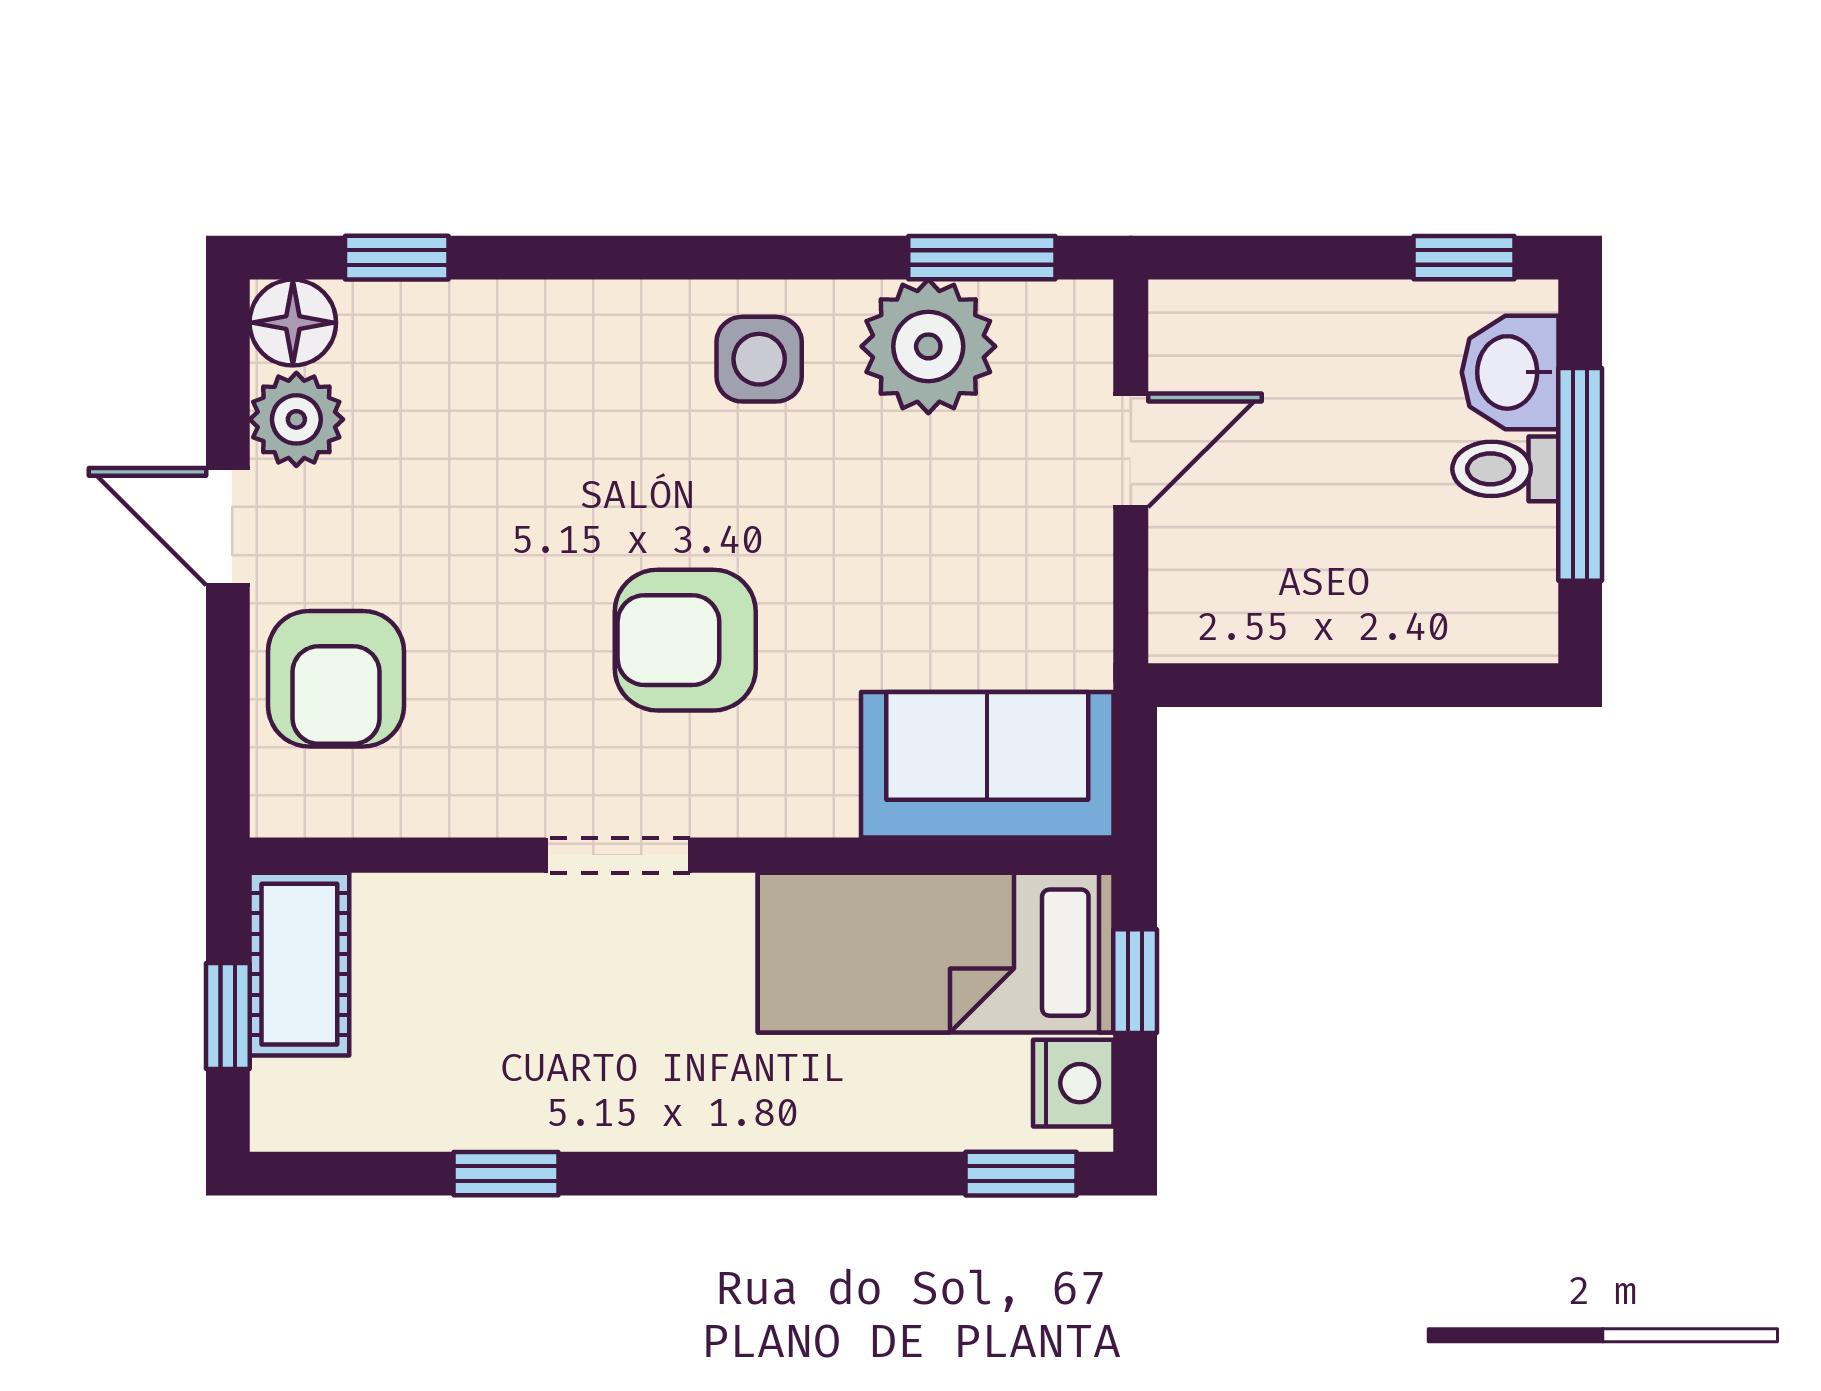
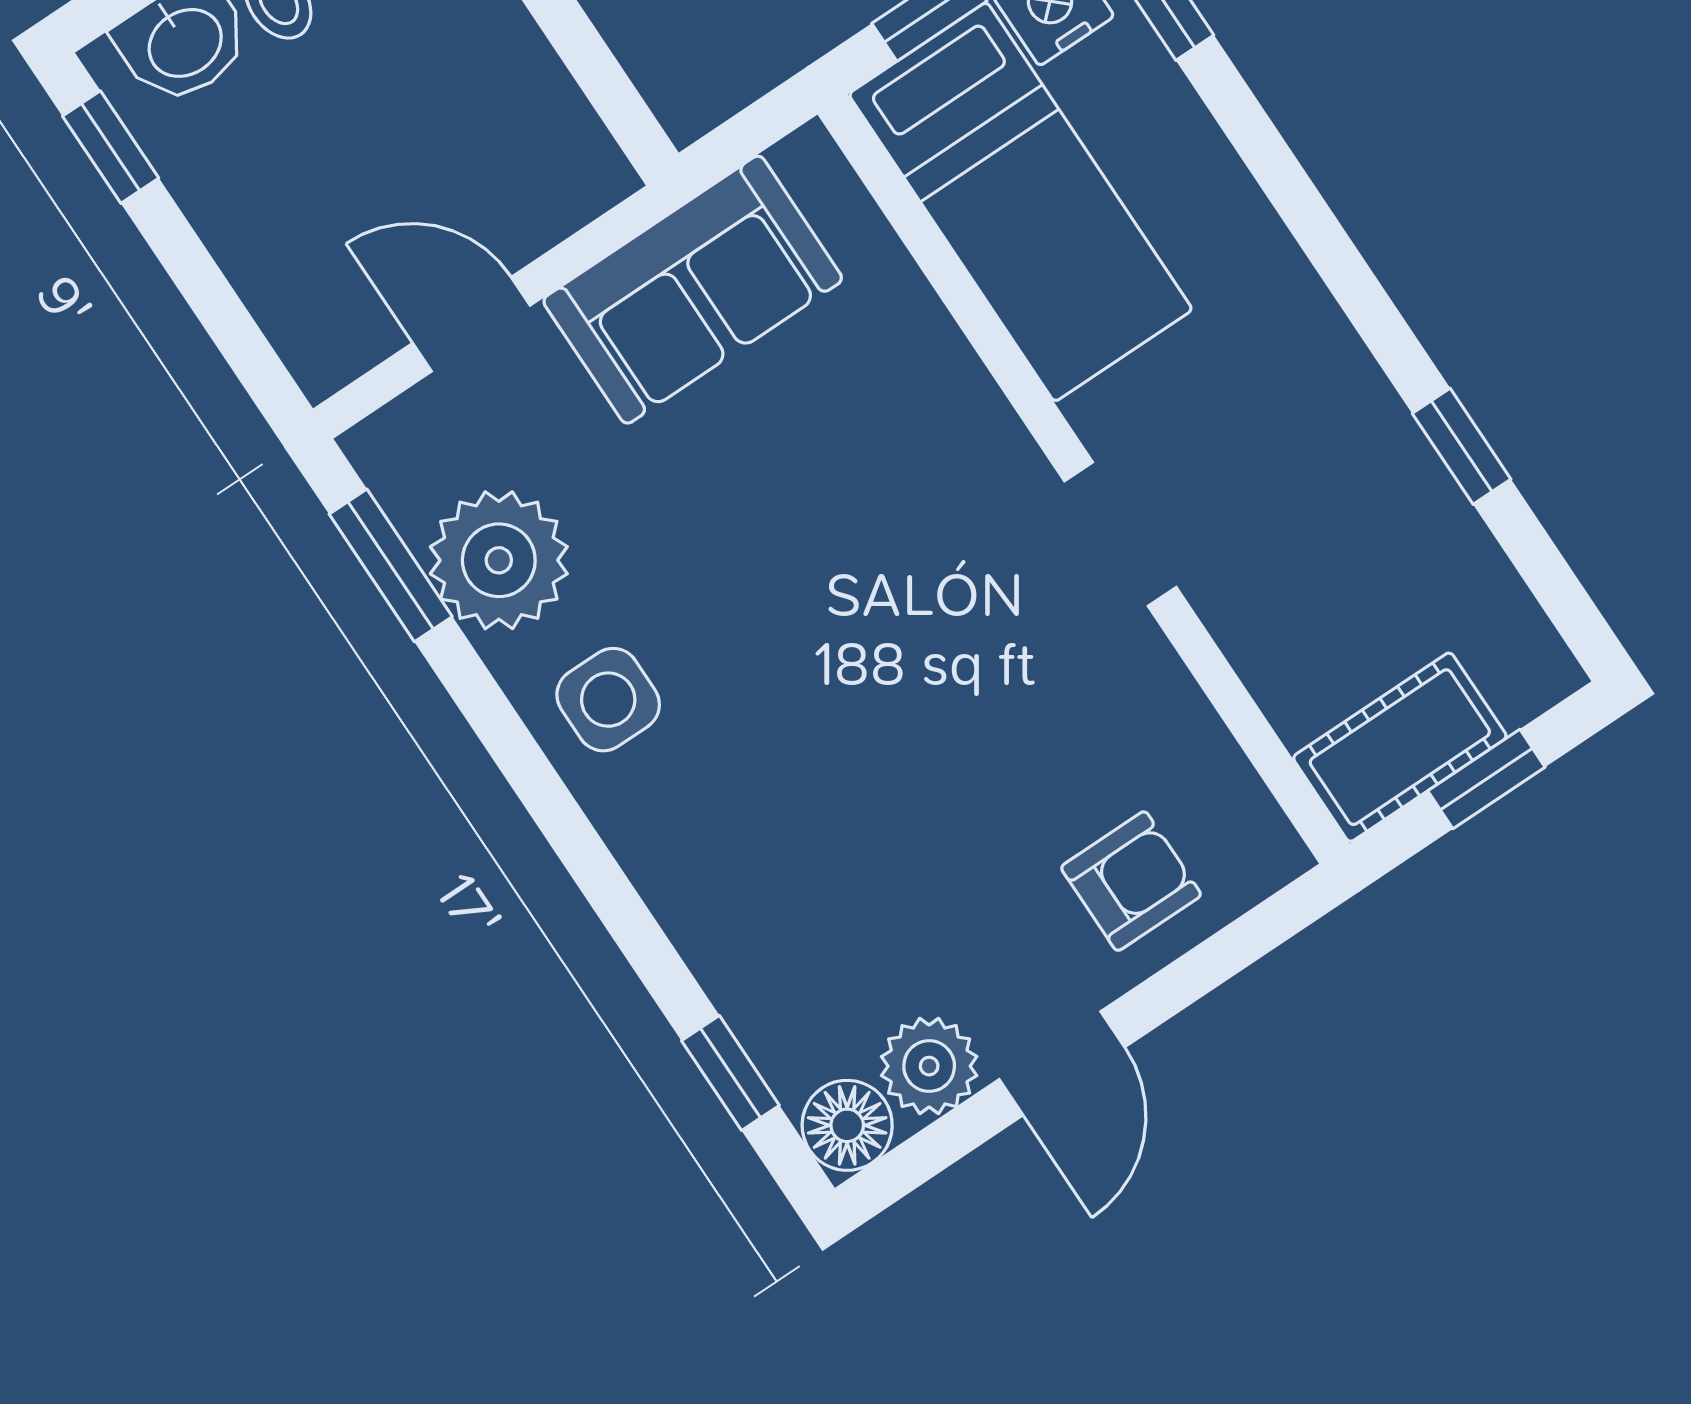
armchair: (685, 640) -> (895, 601), removed
armchair: (336, 679) -> (1131, 881), width x0.72, depth x0.72
sofa: (987, 765) -> (693, 290), moved, turned -90

